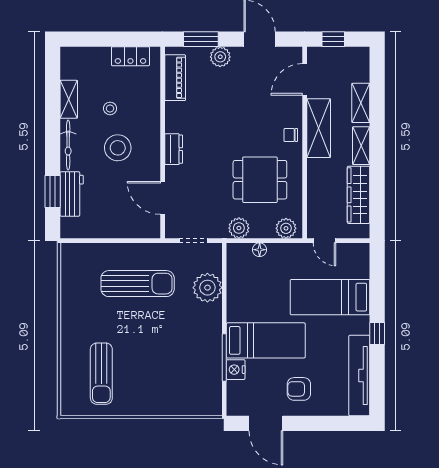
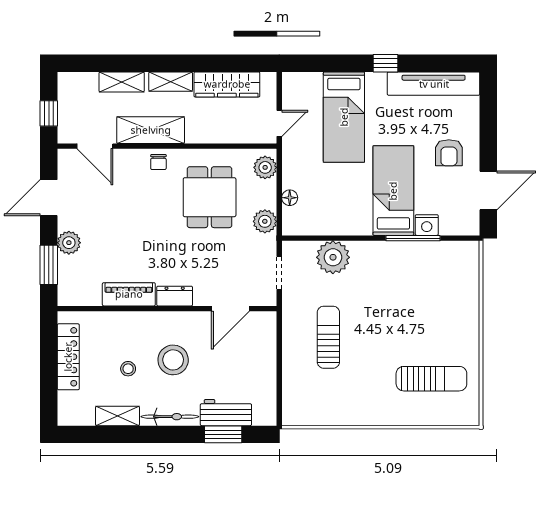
locker: (130, 56) -> (68, 357), width x1.53
piano: (175, 78) -> (129, 294), moved
sun lounger: (138, 284) -> (328, 337), width x0.73, depth x0.75

